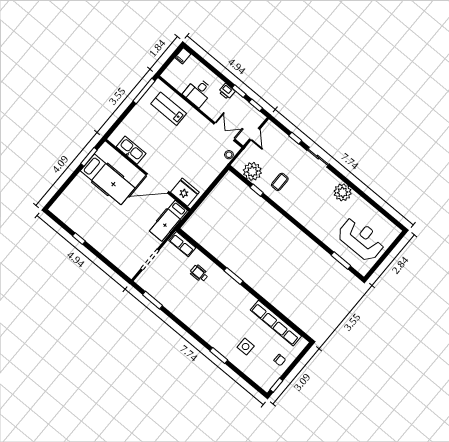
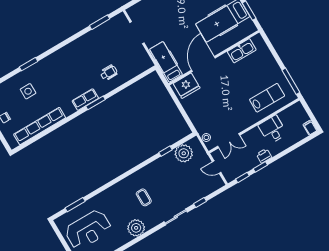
coffee table: (280, 182) -> (144, 197), moved
row of seats: (182, 244) -> (85, 100), moved

